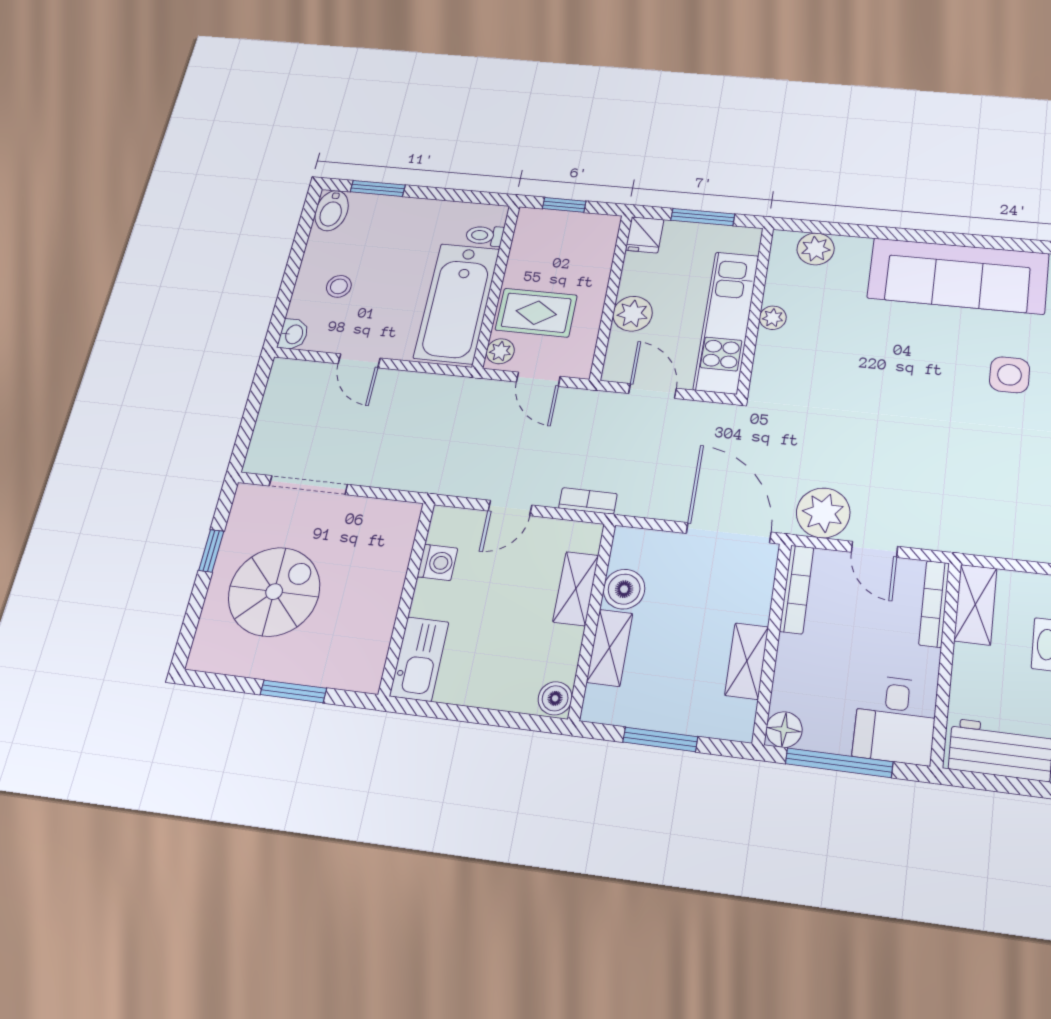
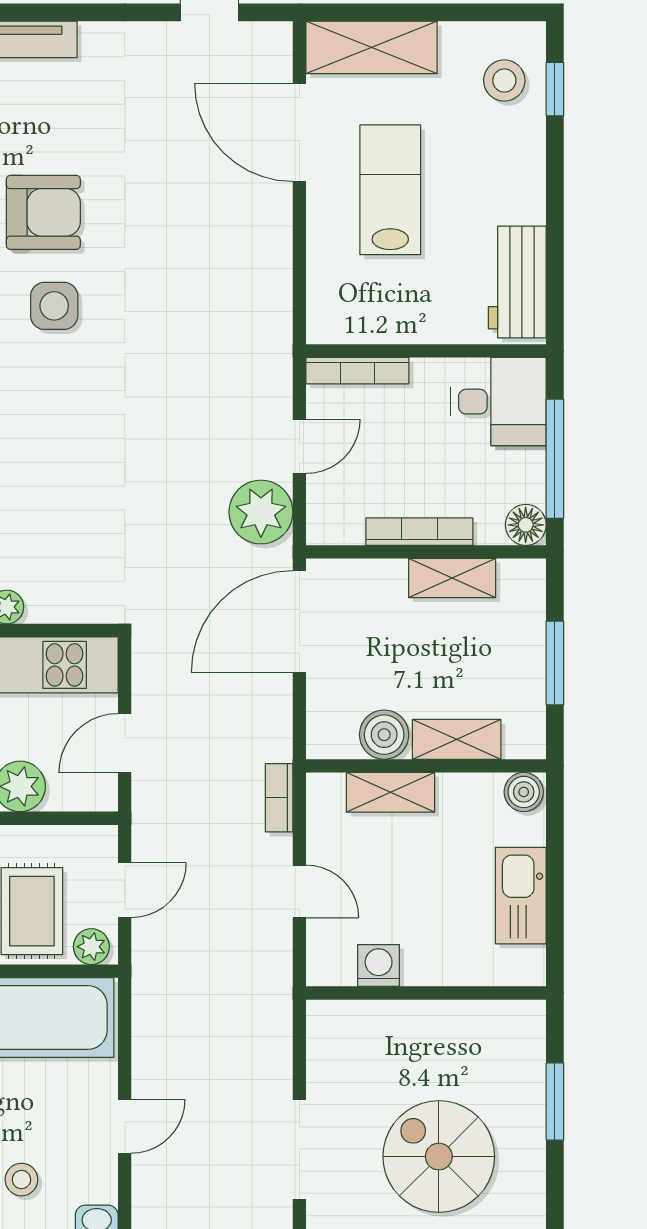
bookcase: (797, 589) -> (419, 532), moved
shelving: (975, 605) -> (353, 323), removed
kitchen sink: (419, 659) -> (521, 896), moved, turned -90

